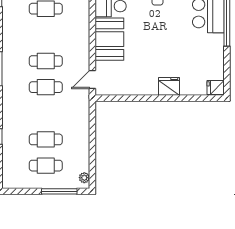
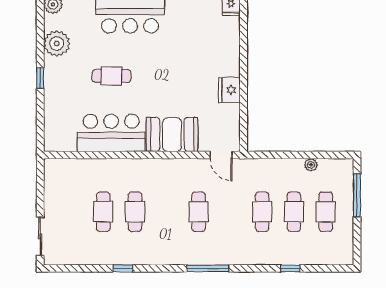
fridge: (169, 86) -> (229, 90), moved
cafe table: (46, 87) -> (262, 212), moved
plant: (84, 178) -> (311, 165), moved

